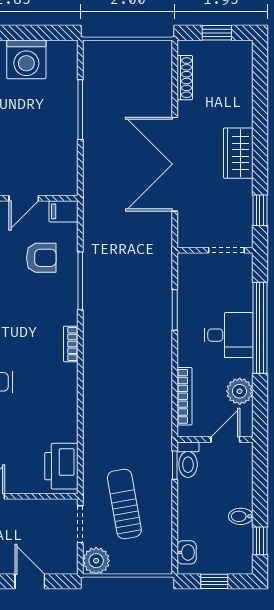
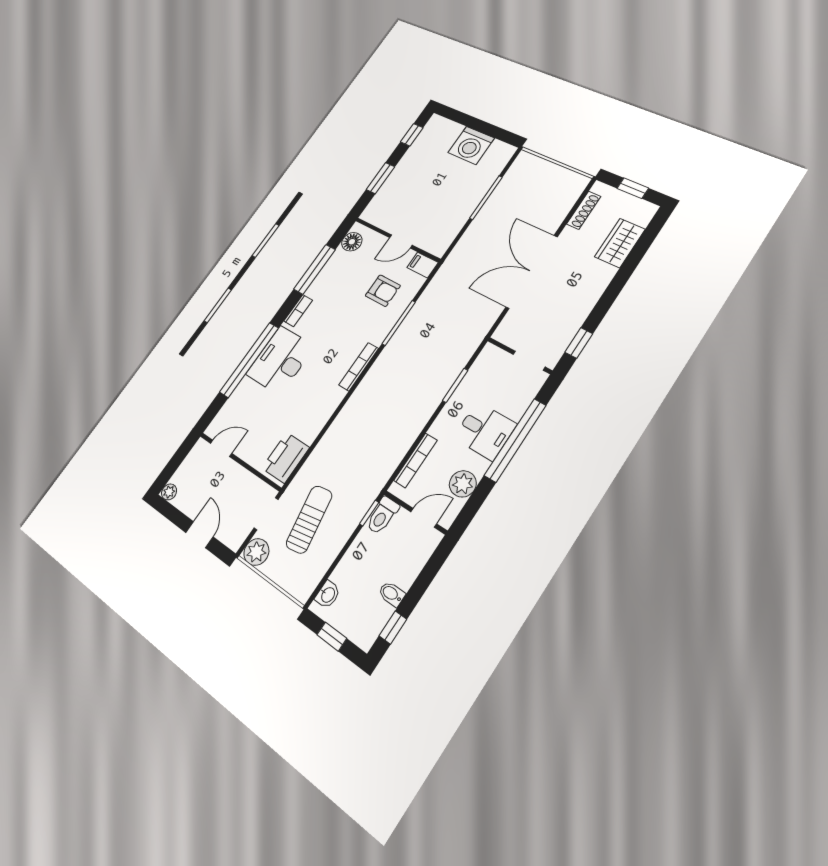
wardrobe: (238, 153) -> (620, 243), moved
bookcase: (71, 344) -> (359, 367), width x1.56

